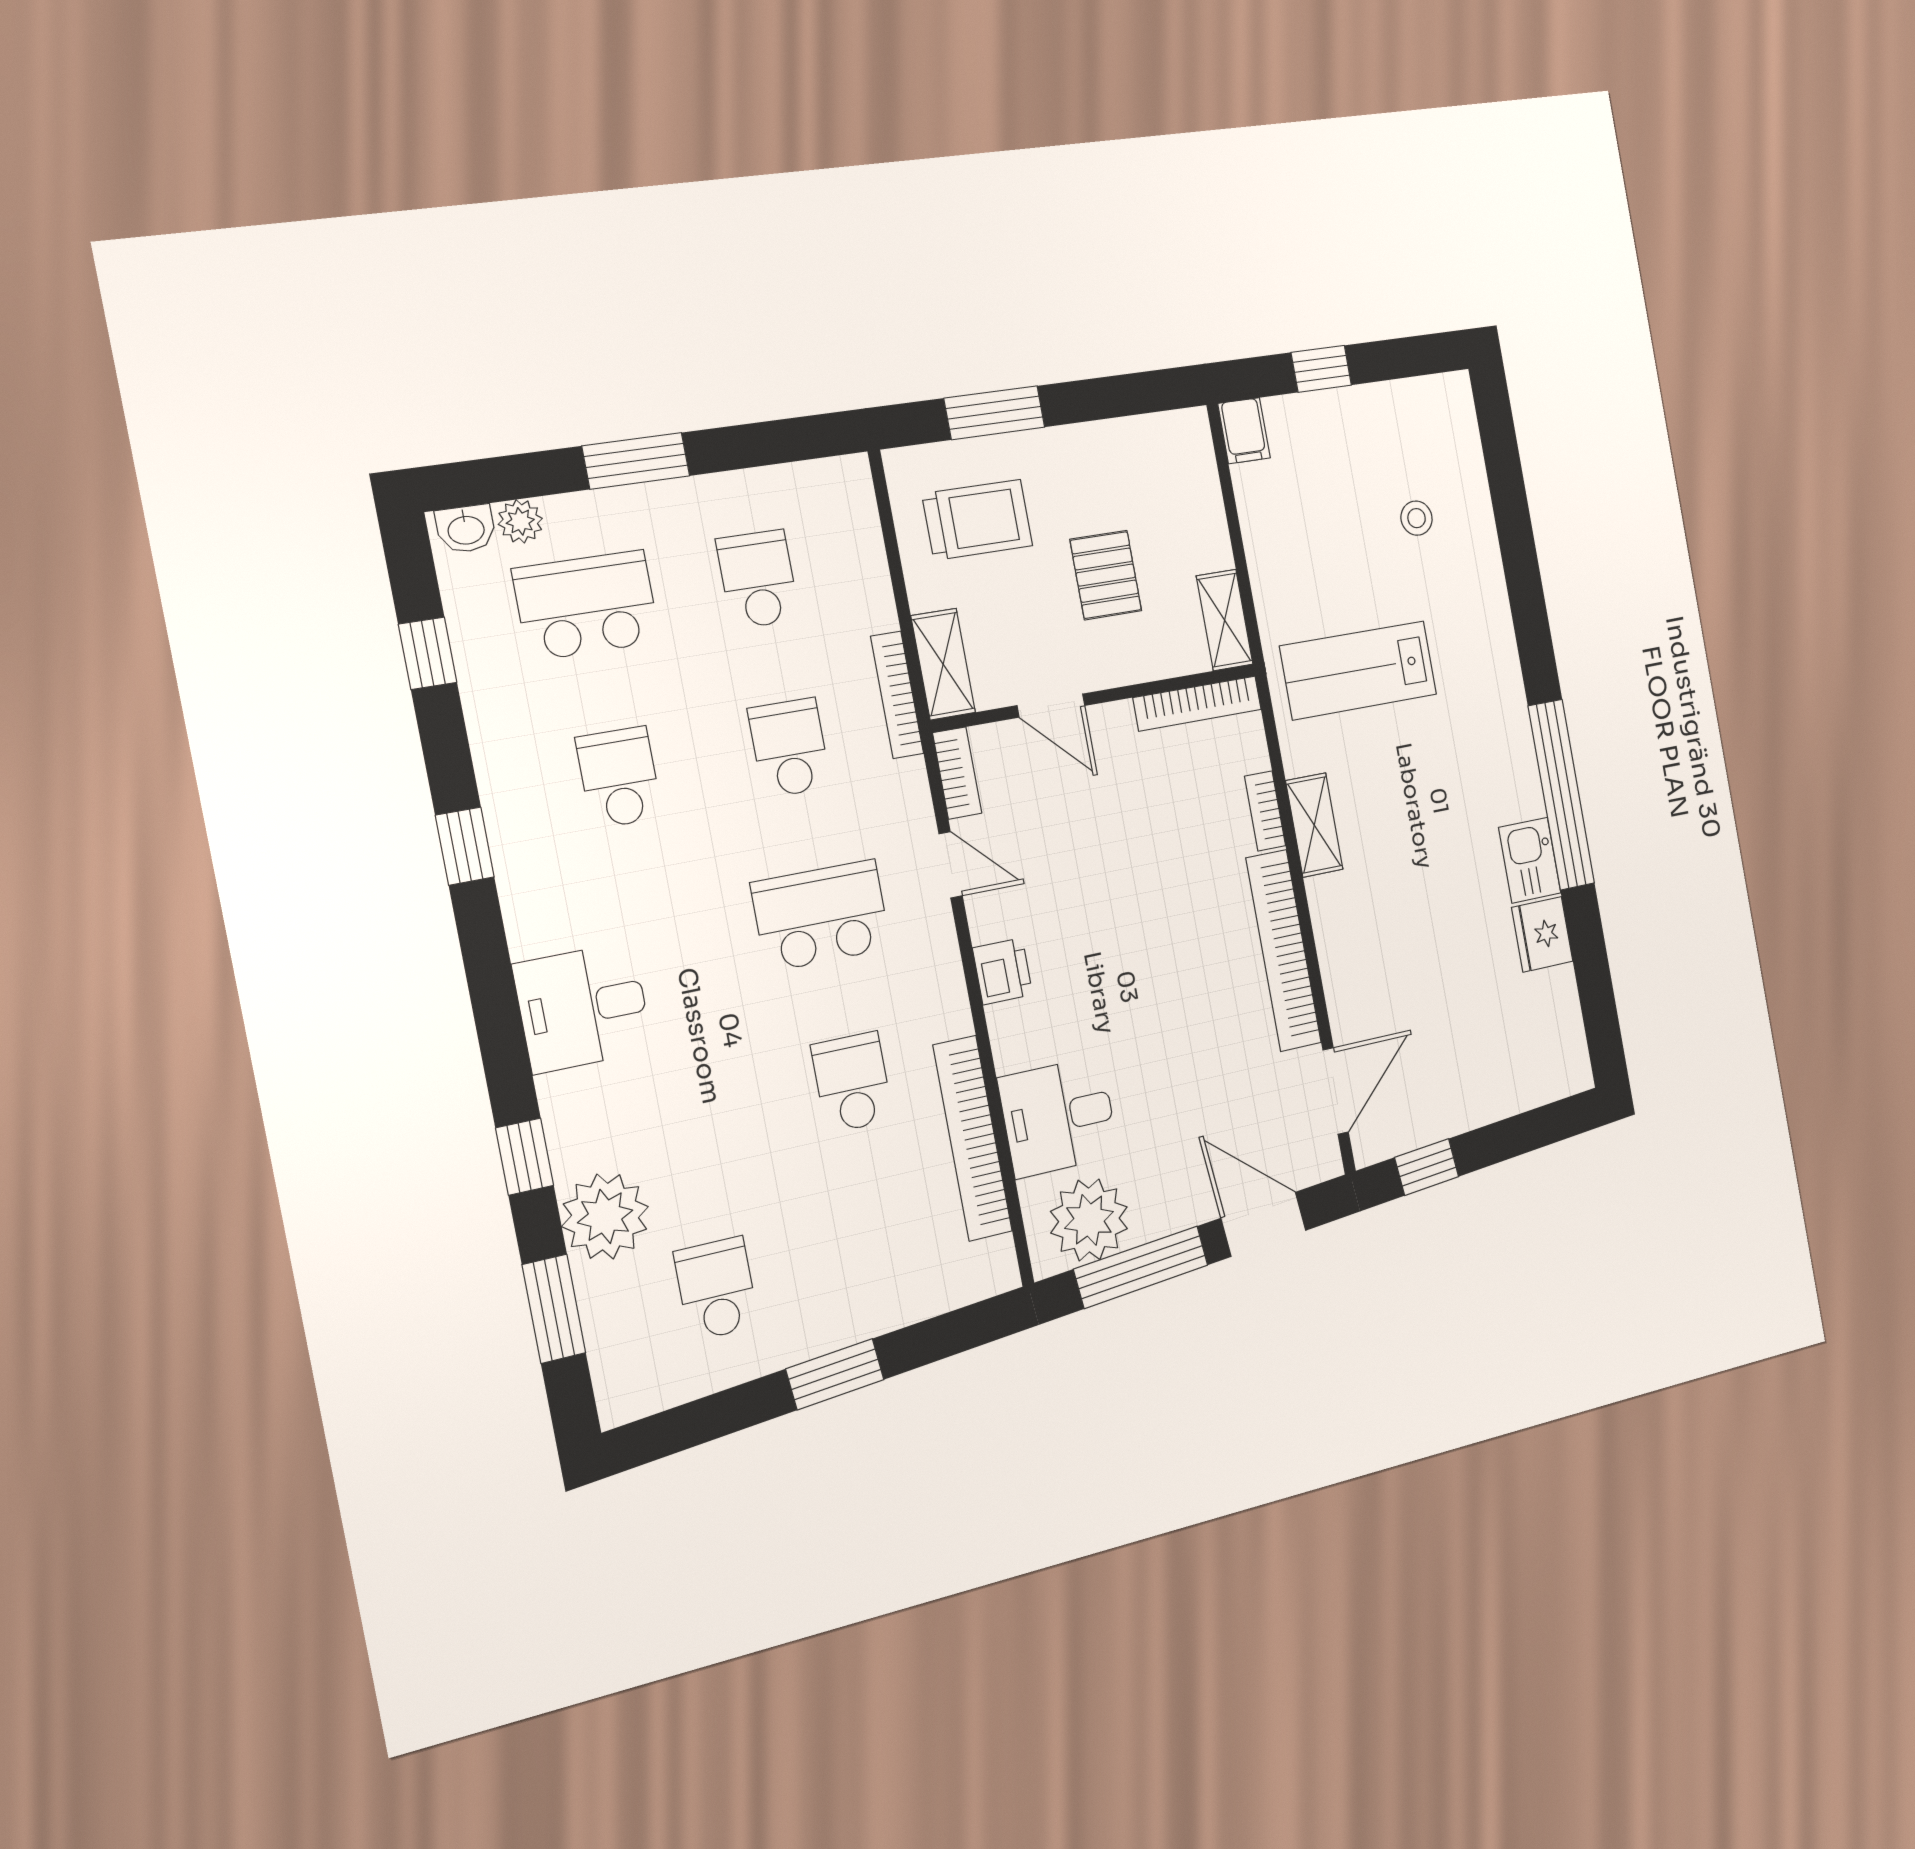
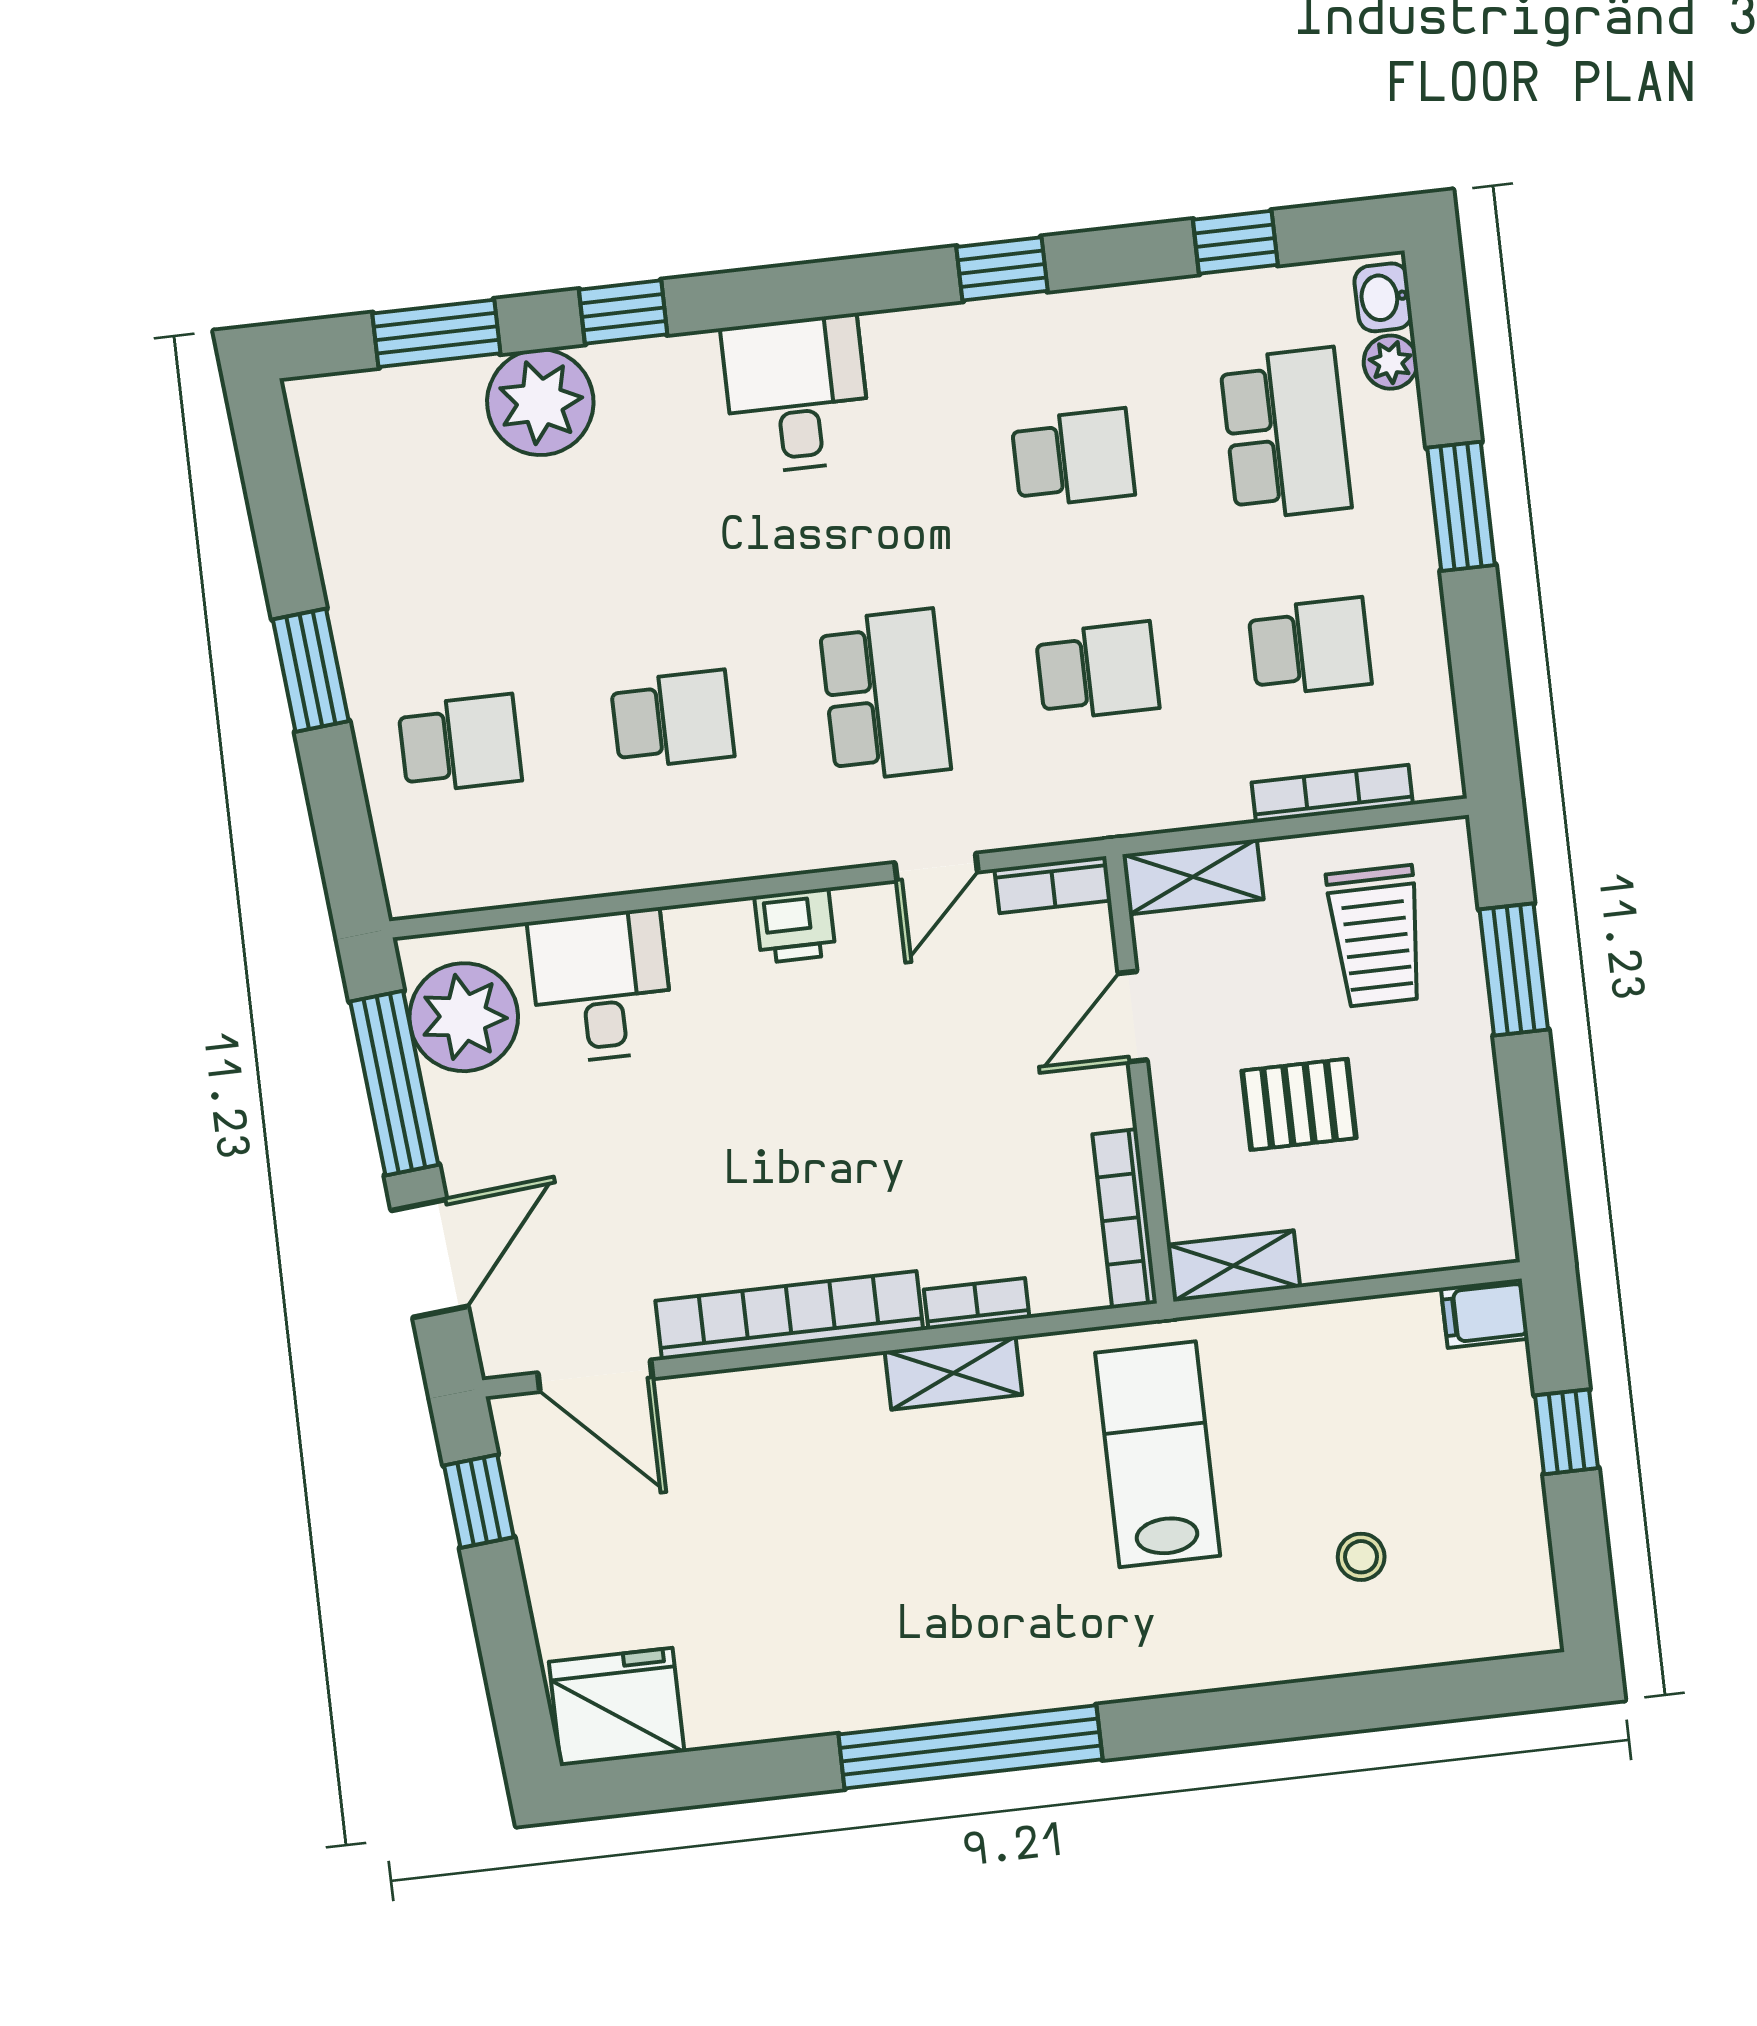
bookcase: (897, 695) -> (1332, 794), moved
kitchen sink: (1530, 860) -> (883, 1691), removed
fridge: (1542, 934) -> (617, 1707), moved, width x1.36, depth x1.34
bookcase: (973, 1138) -> (586, 870), removed
school desk: (716, 1289) -> (460, 744), moved

